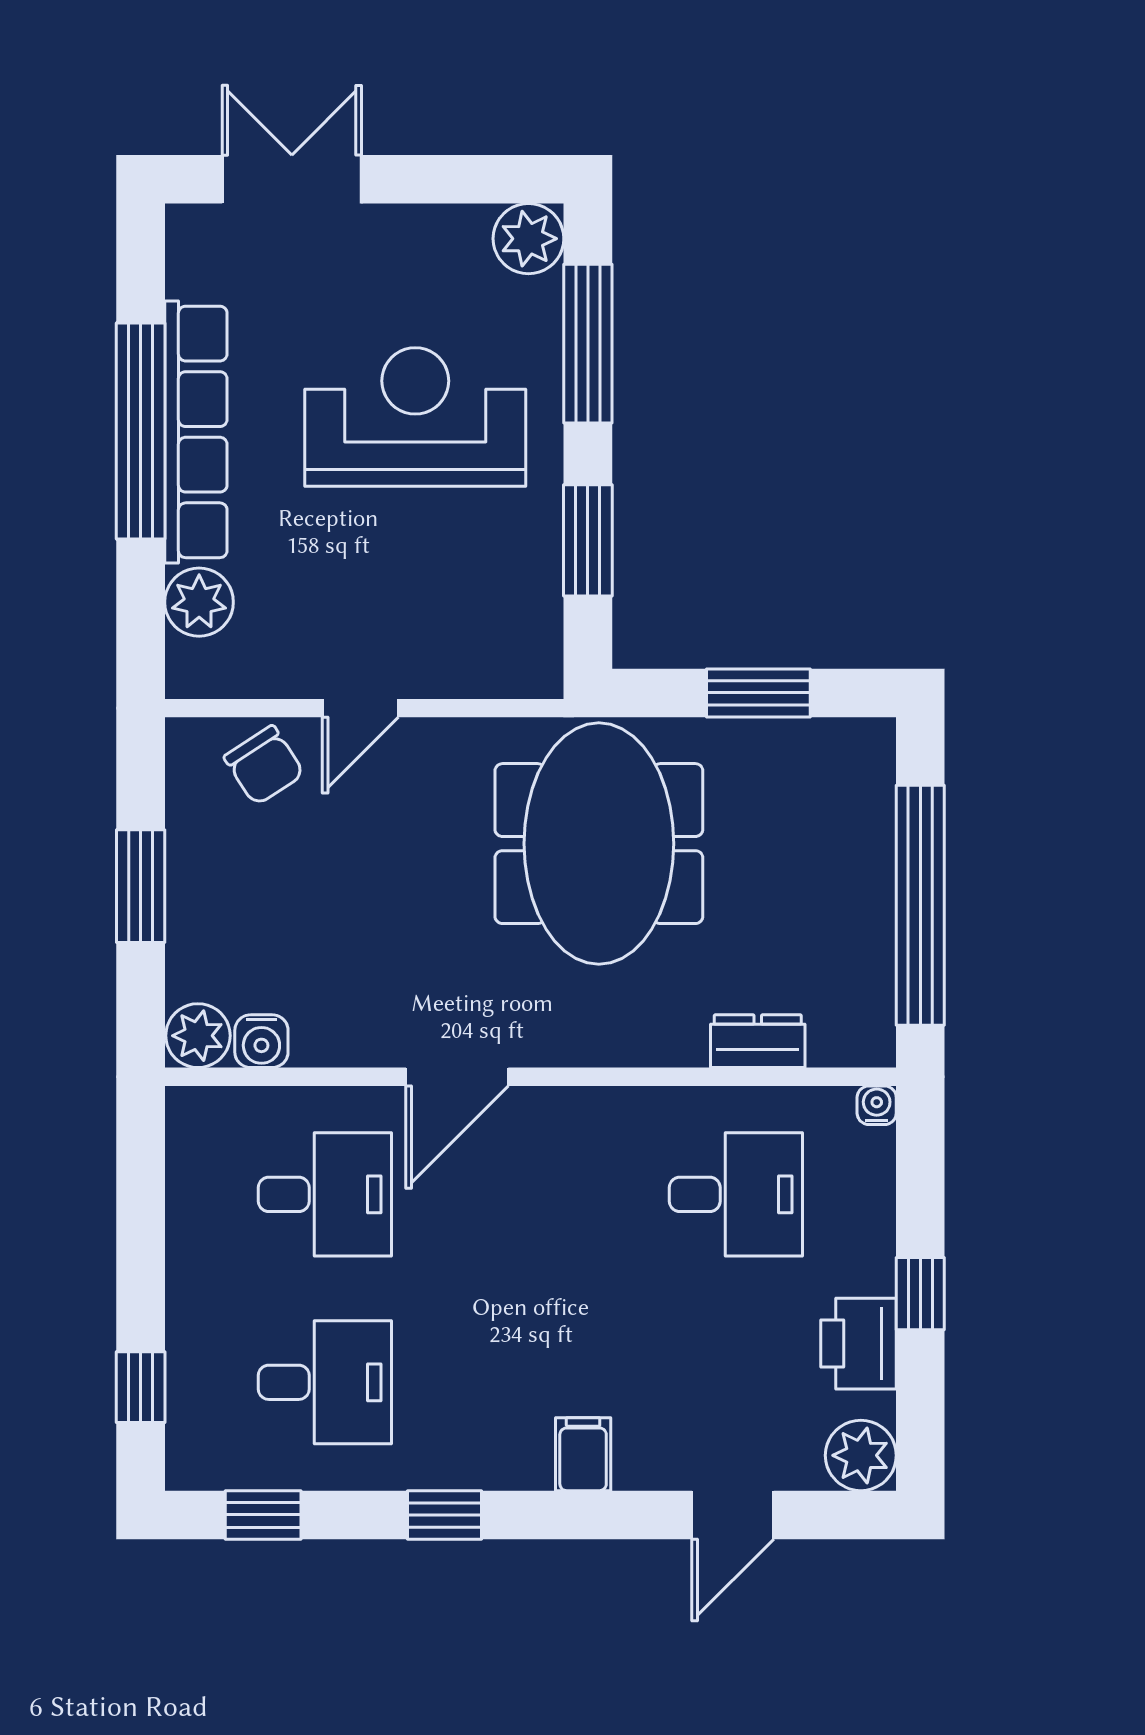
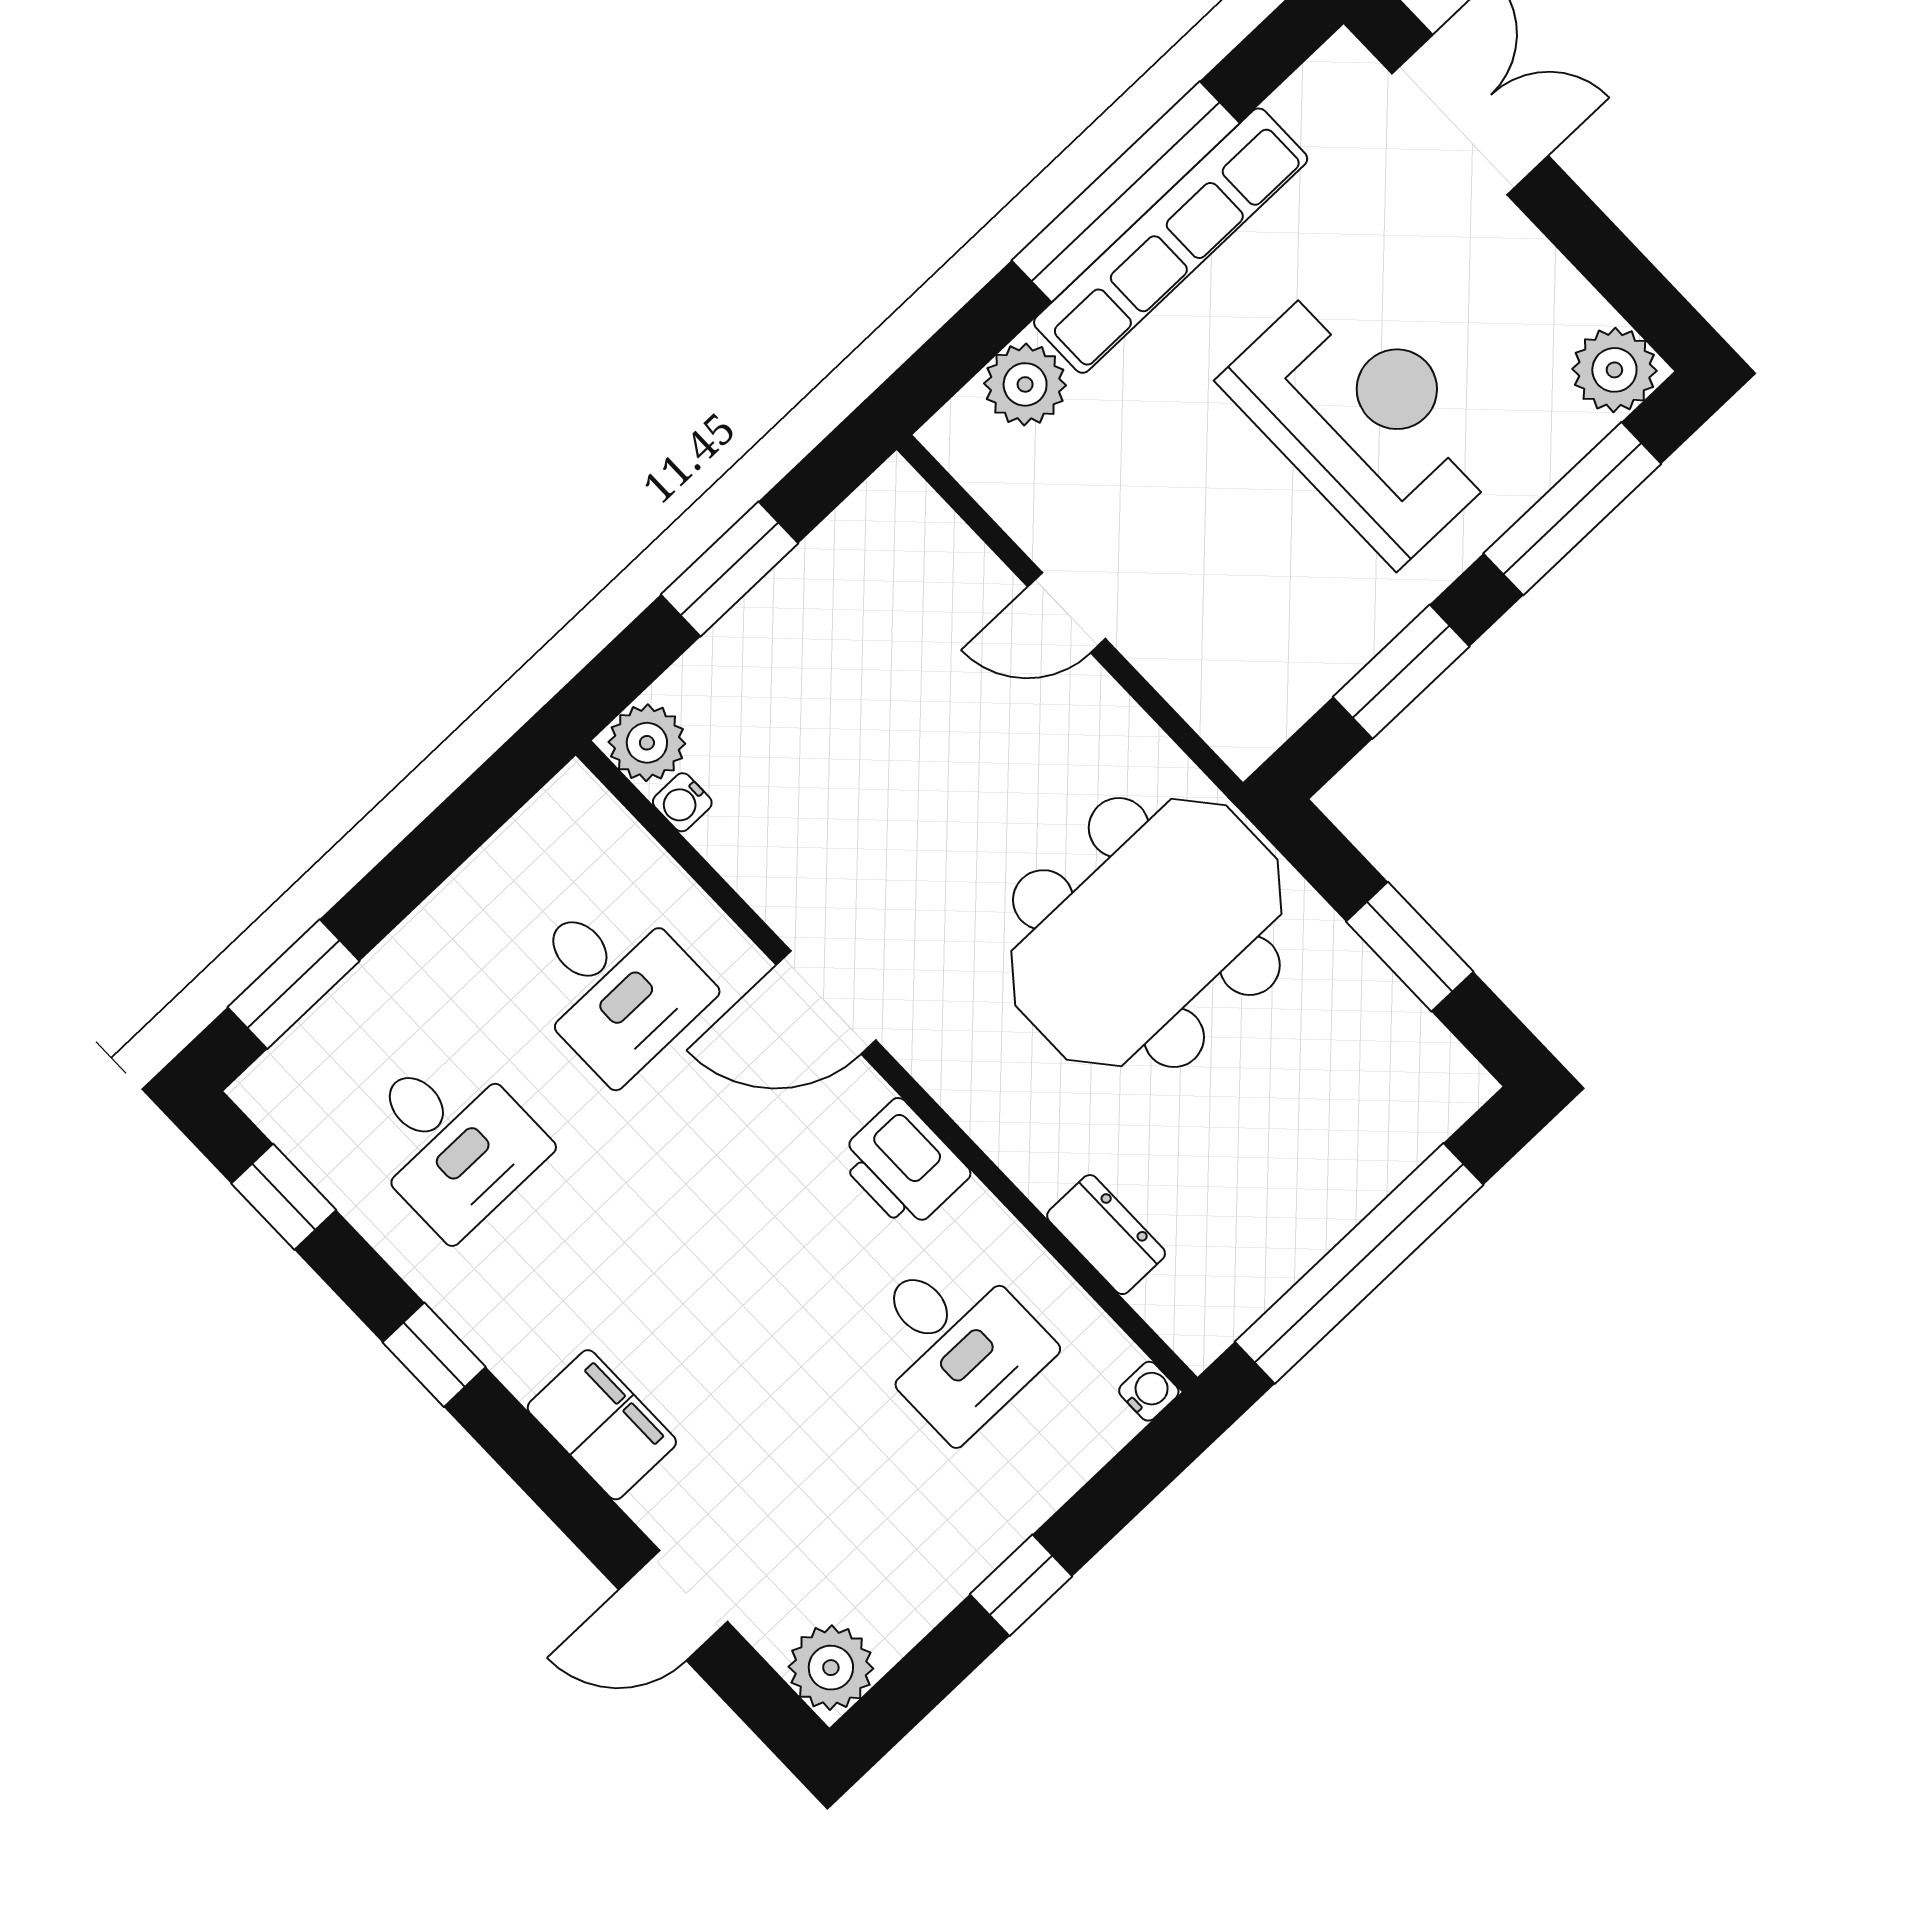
chair: (264, 765) -> (937, 576), removed
water cooler: (261, 1041) -> (682, 802), width x0.72, depth x0.72
printer: (859, 1344) -> (903, 1165), moved, turned -90
window: (141, 1387) -> (293, 984), width x1.50
filing cabinet: (583, 1454) -> (602, 1425), width x2.00

